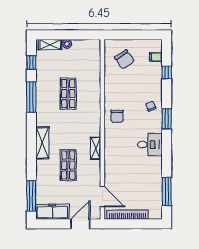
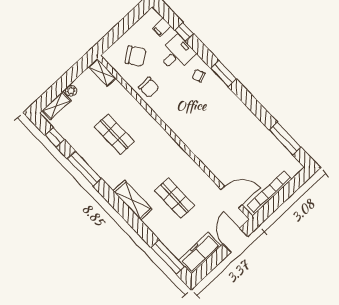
chair: (117, 116) -> (149, 87), moved
desk: (150, 145) -> (176, 54), moved
shelving: (96, 148) -> (102, 73), moved

